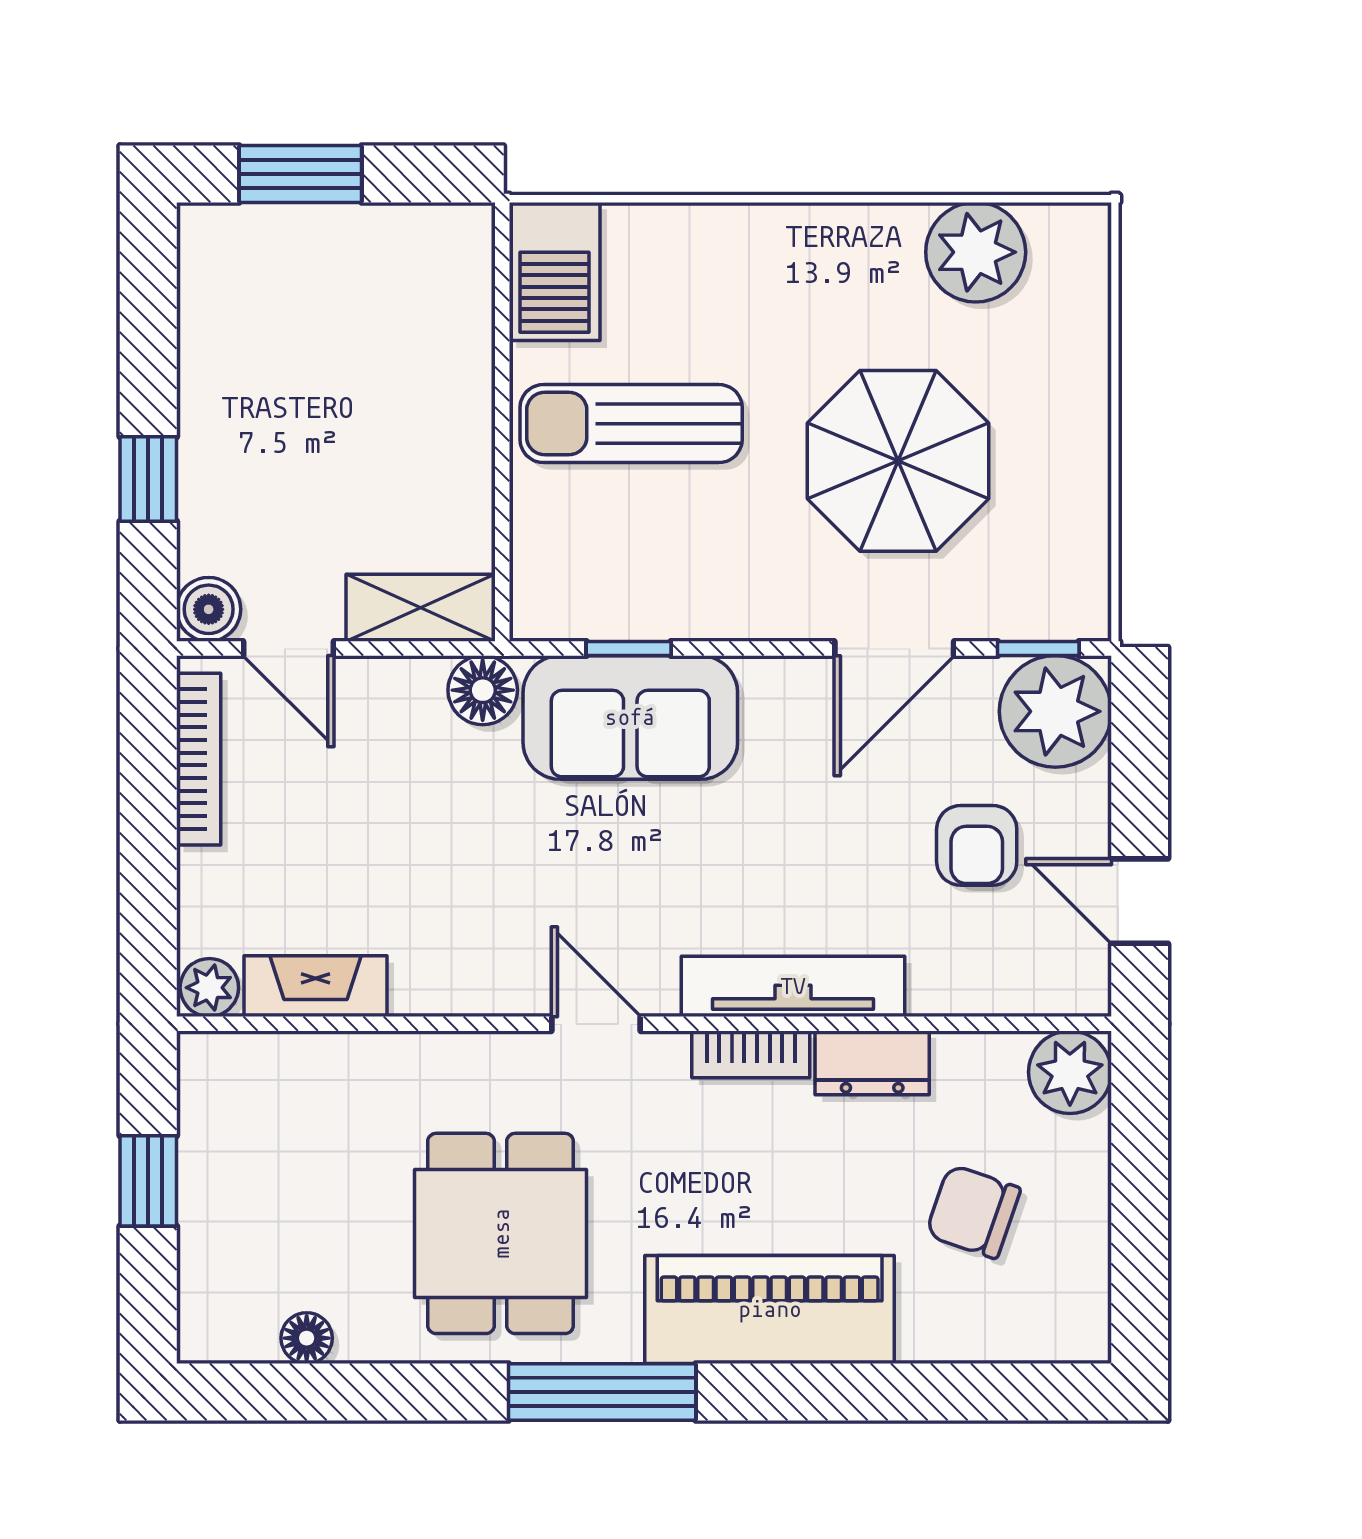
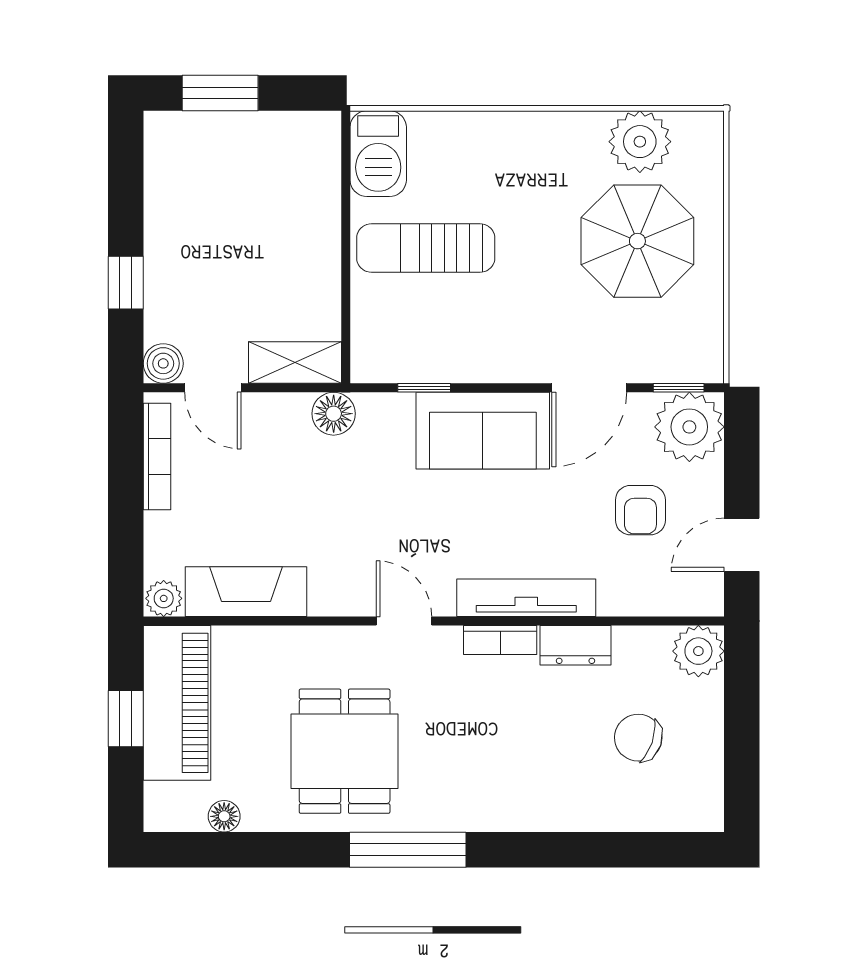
parasol: (898, 461) -> (637, 241), moved
sofa: (630, 717) -> (483, 431), moved
door: (1140, 901) -> (742, 545), hinge flipped
fireplace: (315, 986) -> (246, 592), width x1.37, depth x1.32
piano: (770, 1309) -> (177, 703), moved, turned 90

